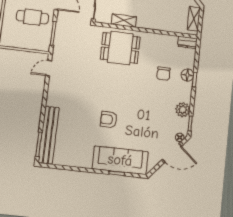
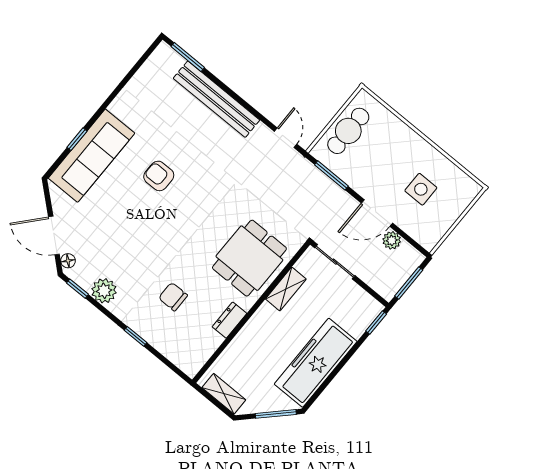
cafe table: (32, 17) -> (348, 131), moved
dresser: (187, 42) -> (229, 320), moved
floor lamp: (187, 75) -> (149, 330), removed
armchair: (109, 120) -> (159, 176), turned -90
bench: (49, 135) -> (216, 99), moved
door: (172, 153) -> (54, 236), hinge flipped

